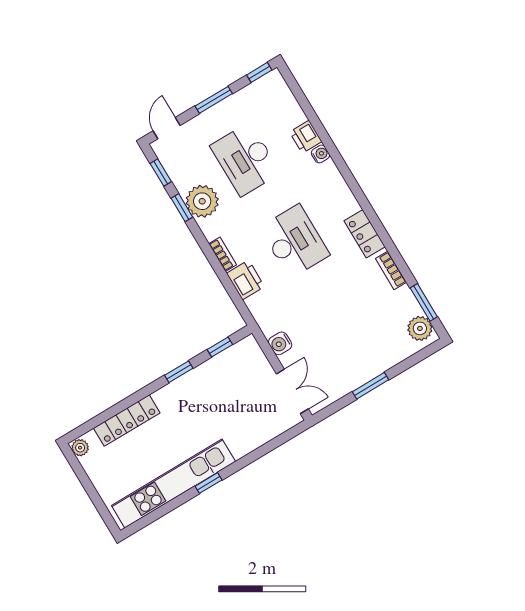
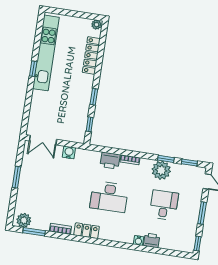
desk: (245, 159) -> (164, 205), width x0.73

